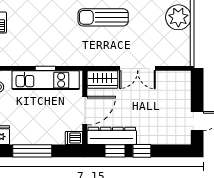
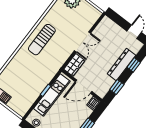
door: (85, 111) -> (84, 87), swing flipped
dresser: (112, 136) -> (121, 64), moved
window: (142, 151) -> (134, 65), moved

